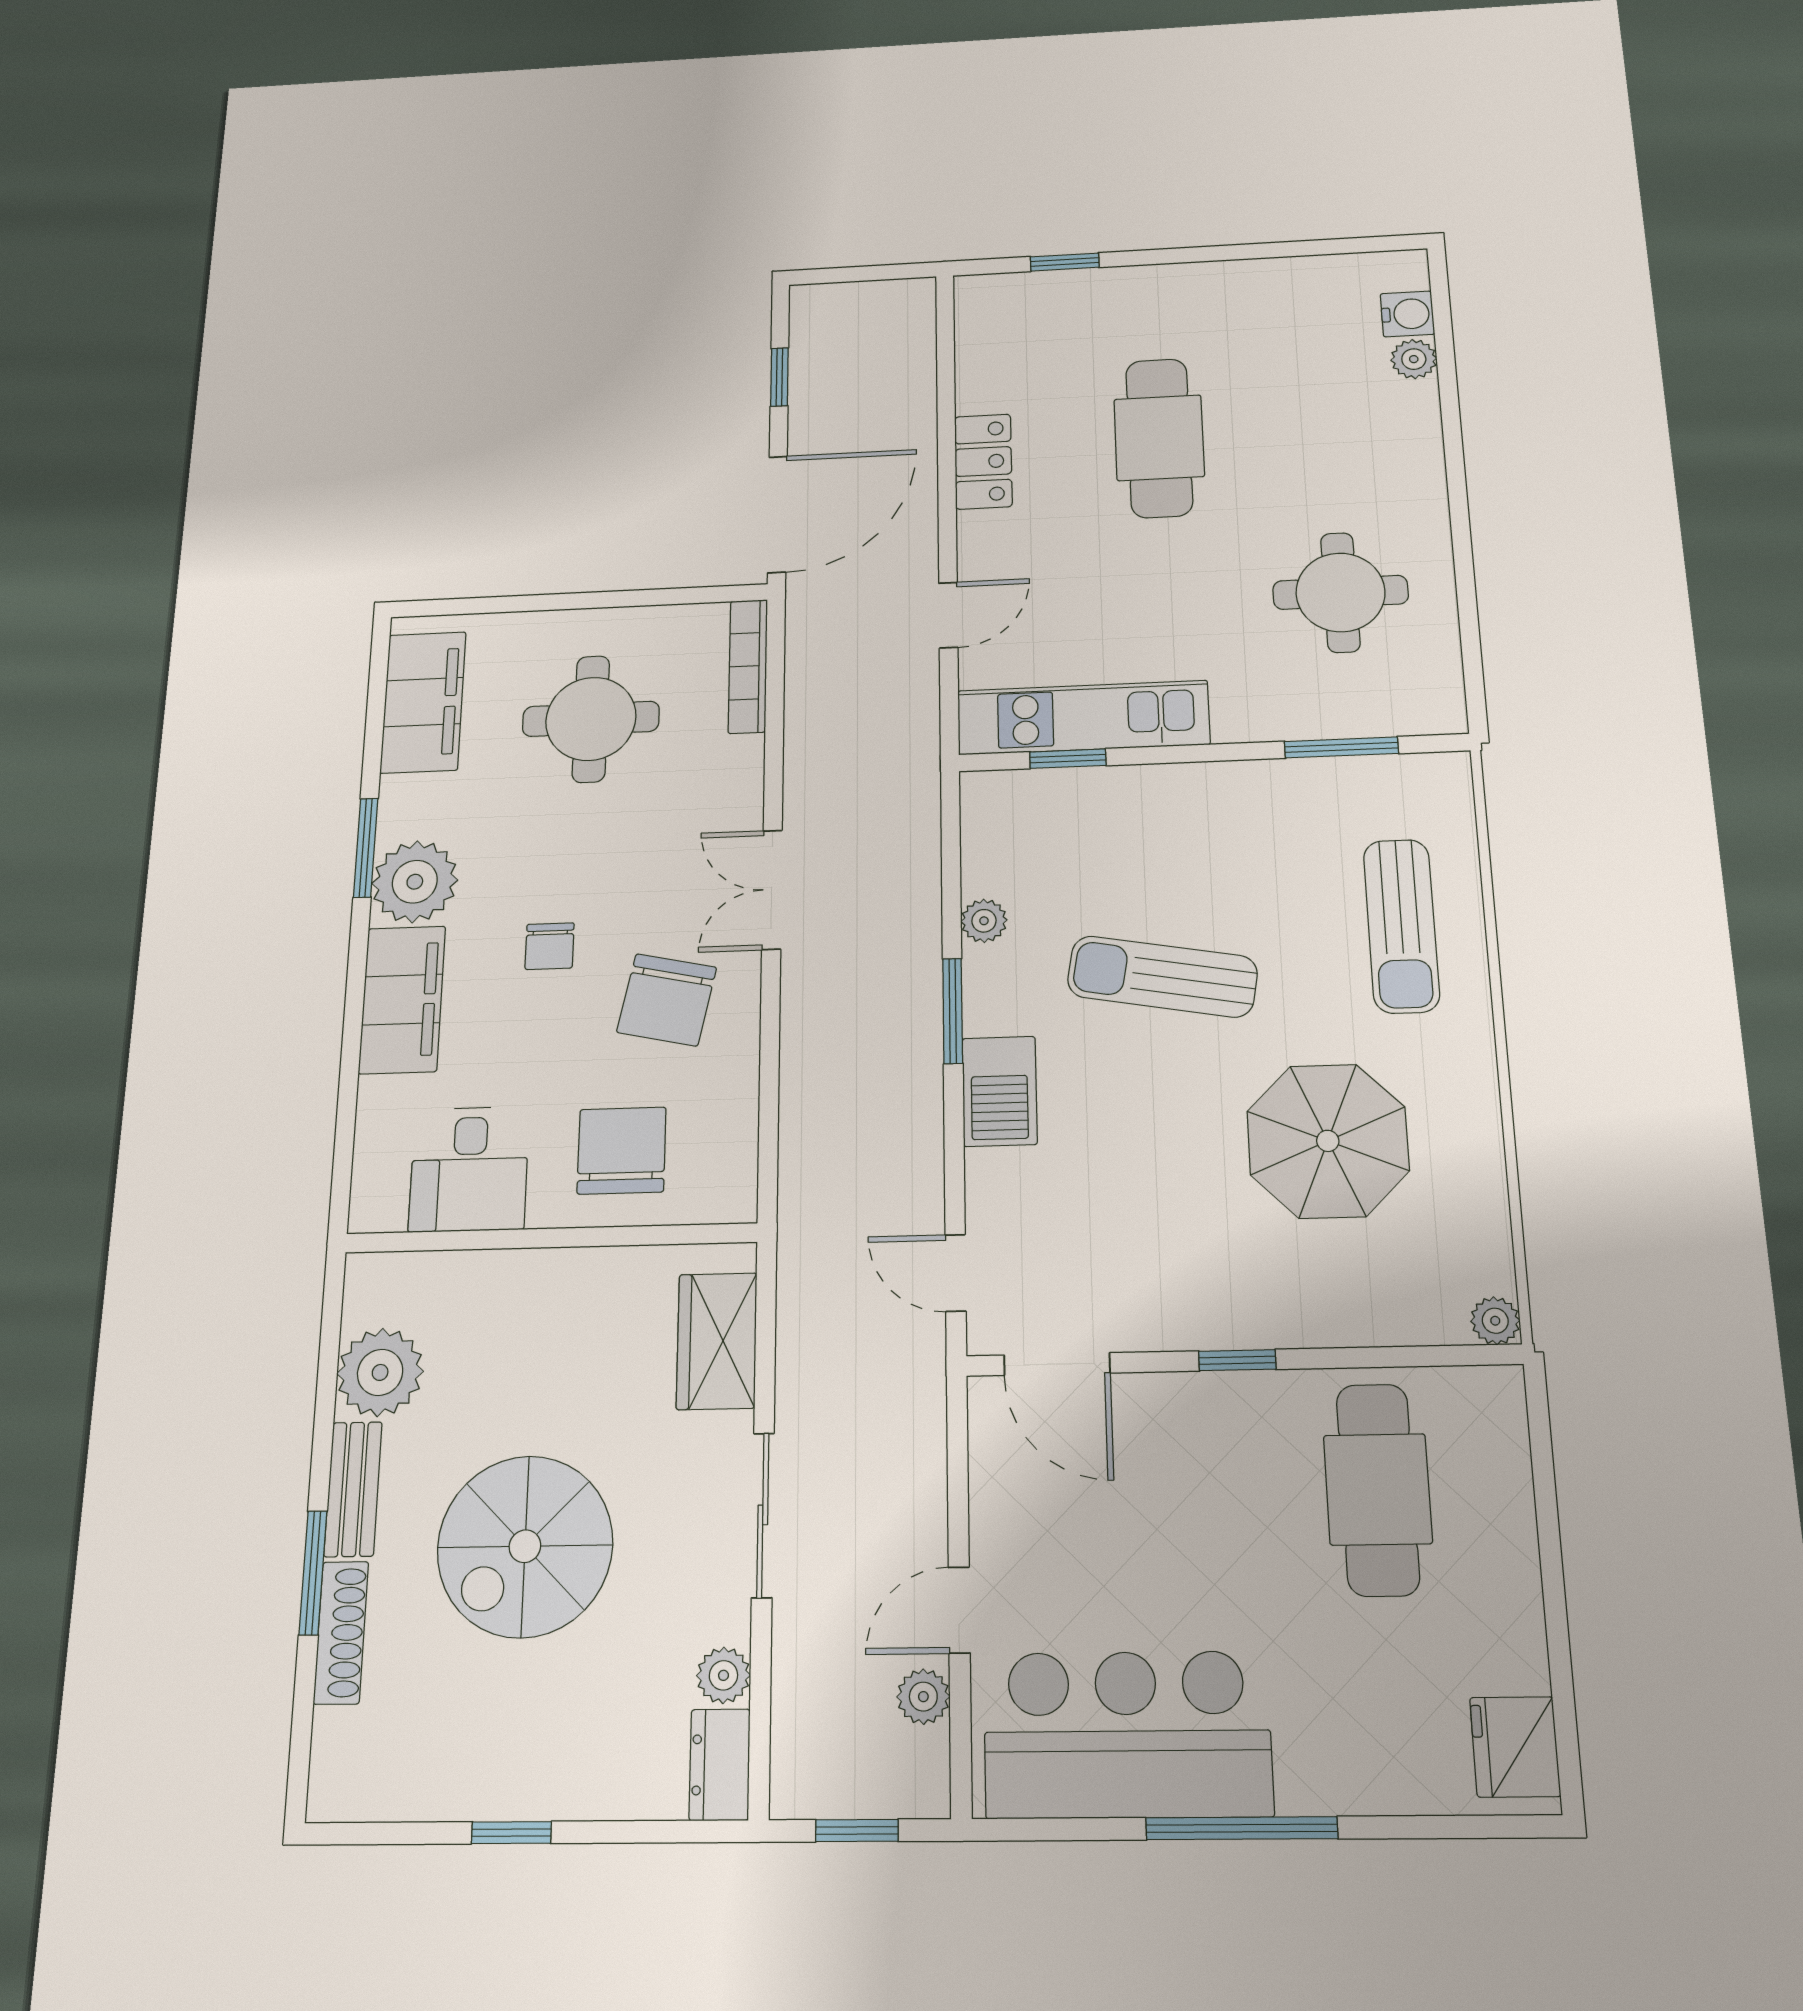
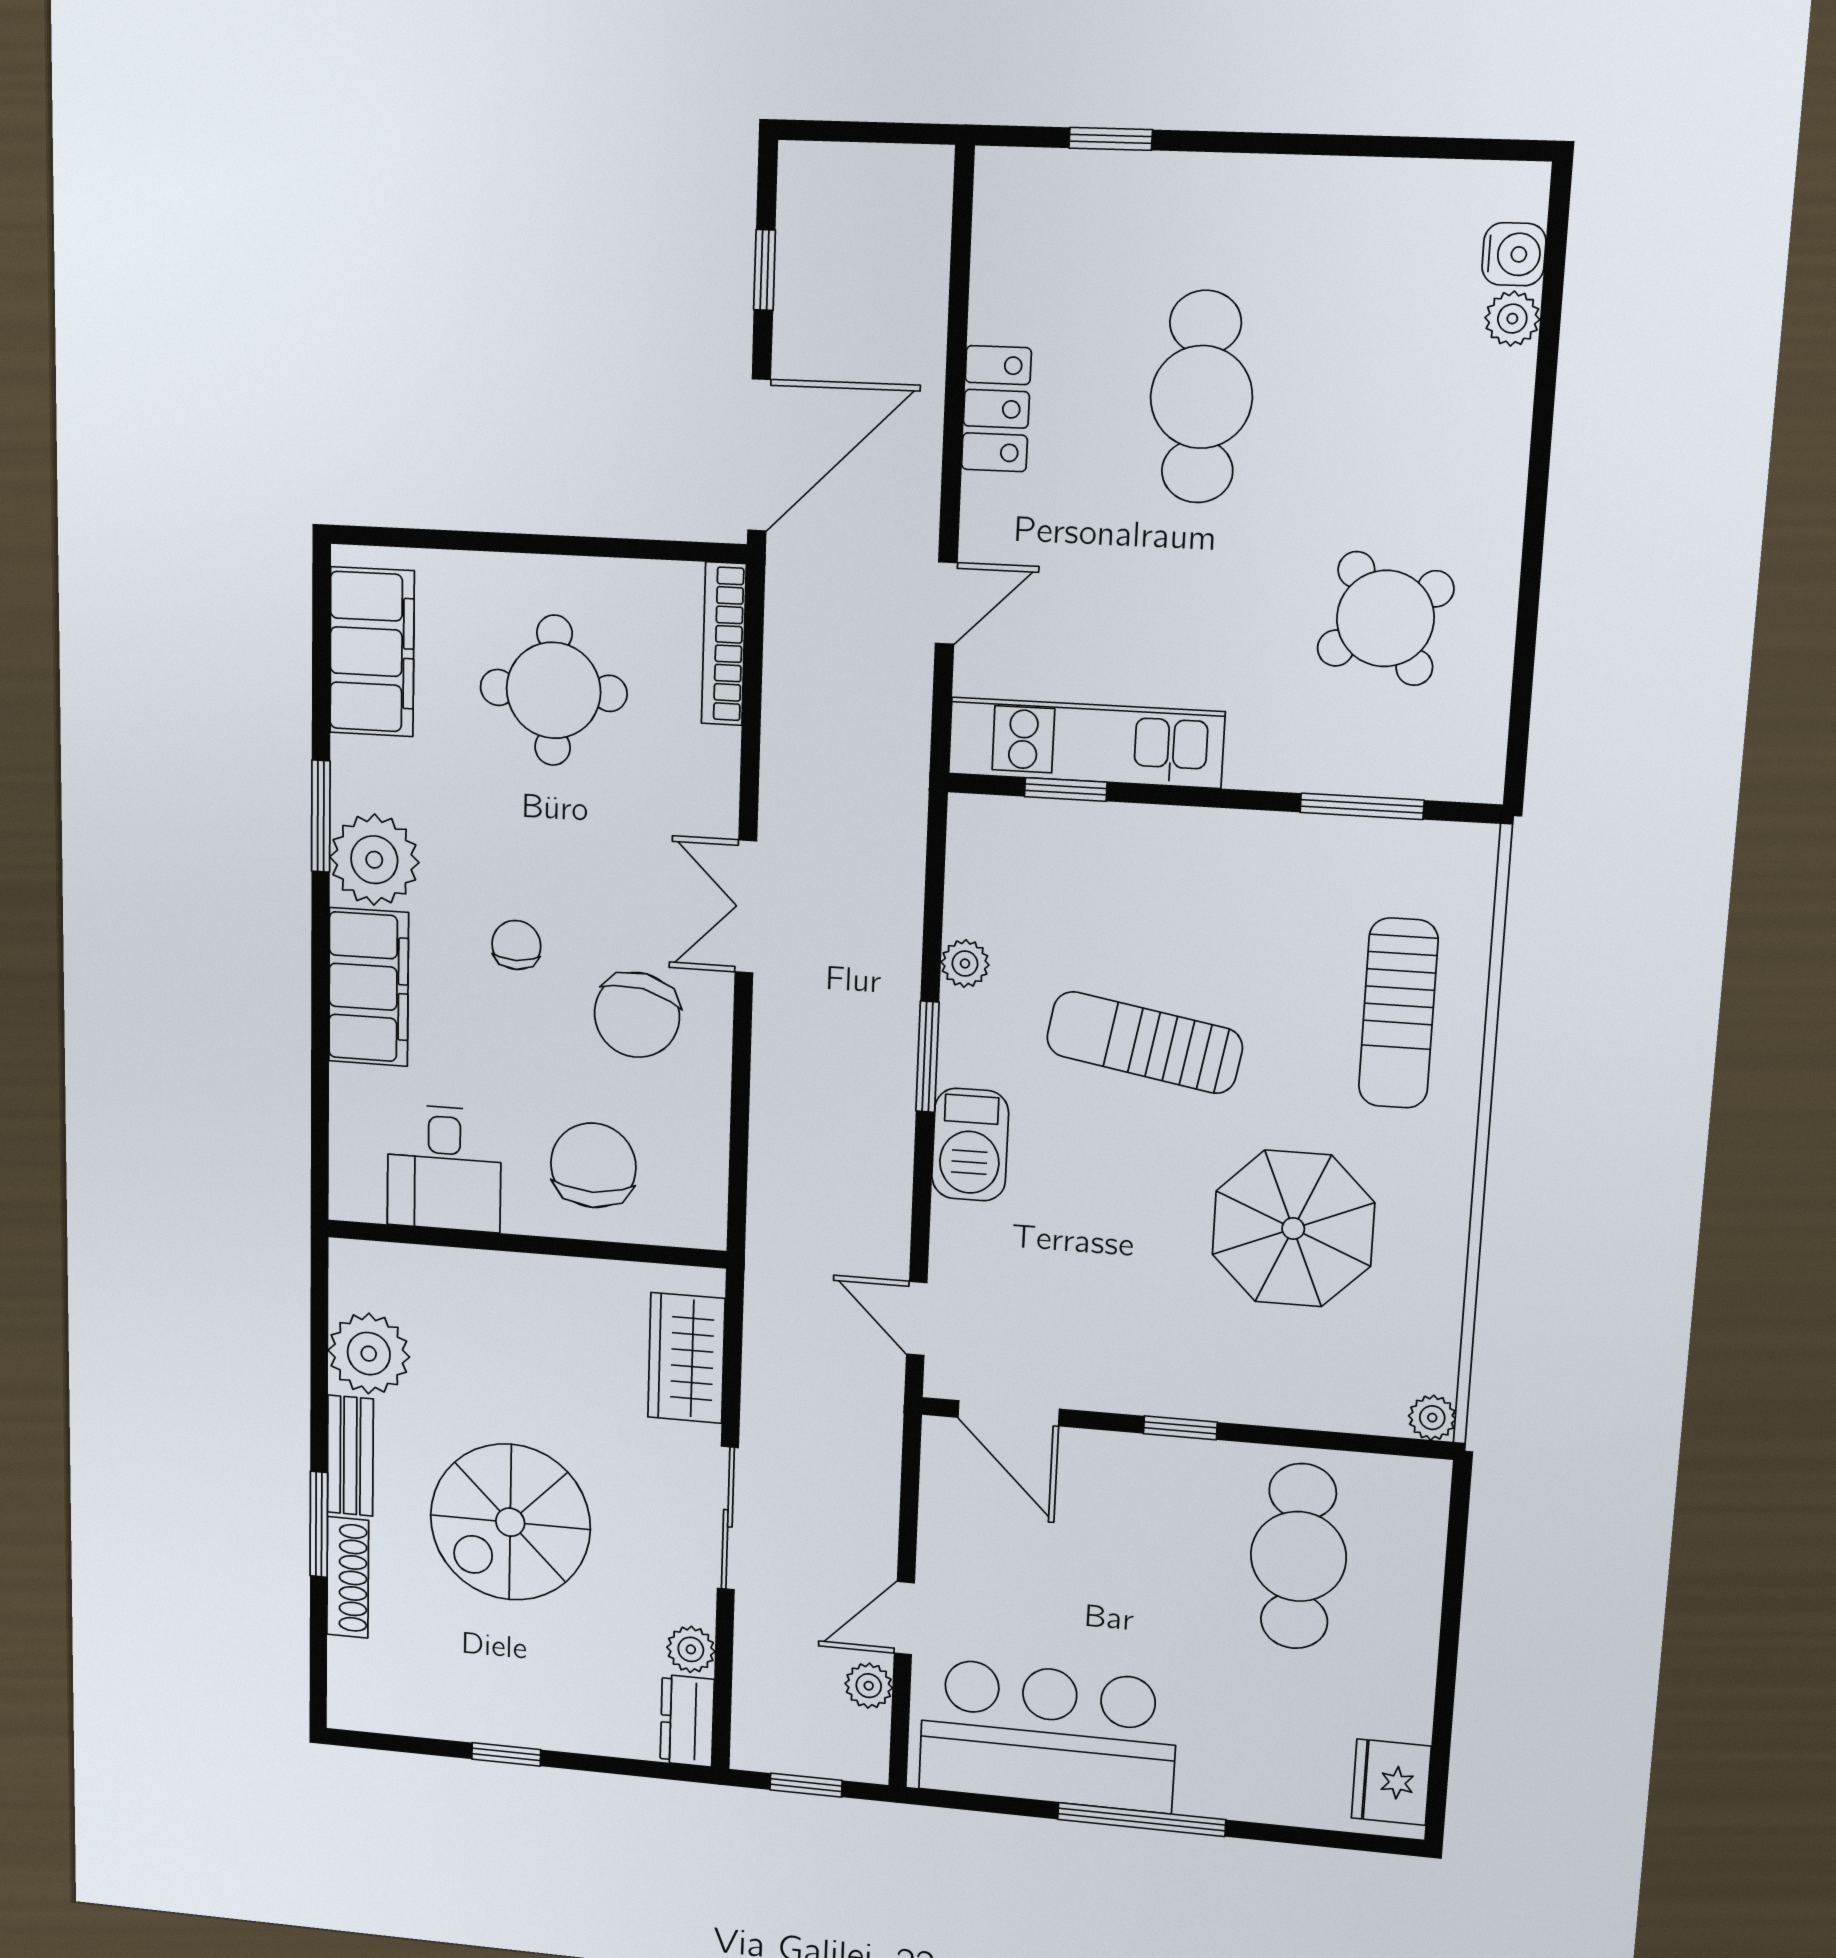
round table: (1340, 592) -> (1385, 619), turned -34
chair: (550, 946) -> (516, 945), turned 180

